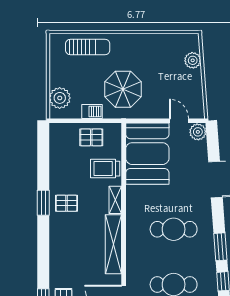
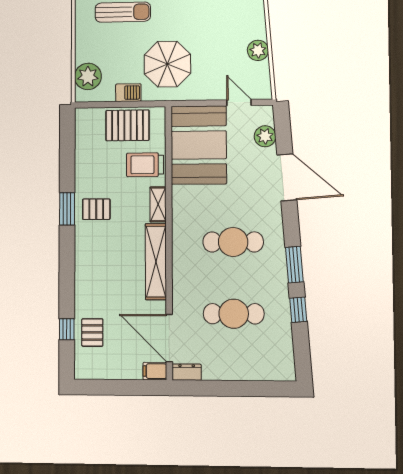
plant: (193, 60) -> (258, 50), moved
plant: (198, 132) -> (265, 136), moved
pallet: (91, 137) -> (128, 125), width x1.50, depth x1.42

